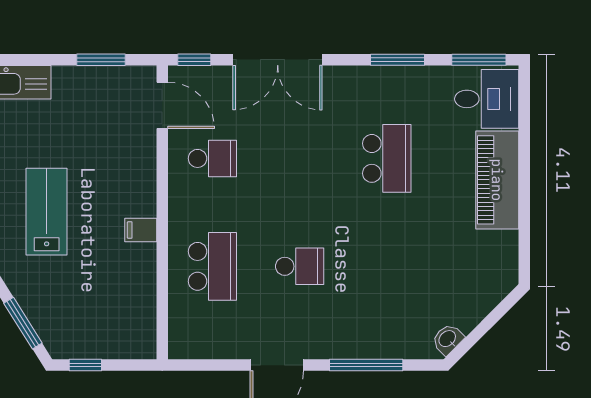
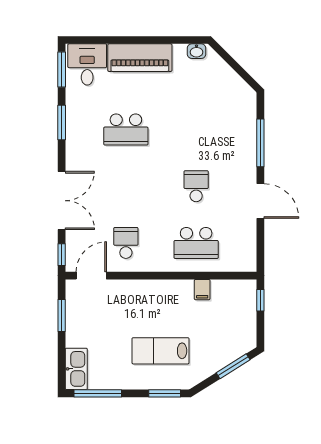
school desk: (387, 158) -> (126, 129), turned 180
filing cabinet: (141, 230) -> (202, 290), moved
school desk: (212, 266) -> (196, 243), turned 180
washbasin: (448, 339) -> (197, 51), moved, turned -45
window: (85, 365) -> (260, 300), moved

